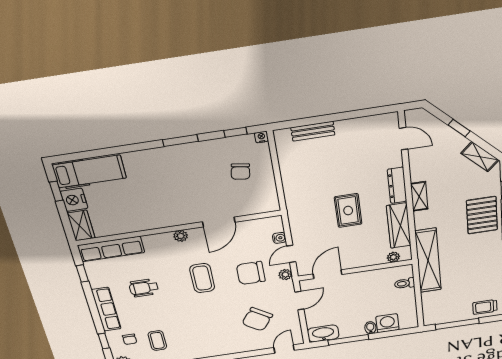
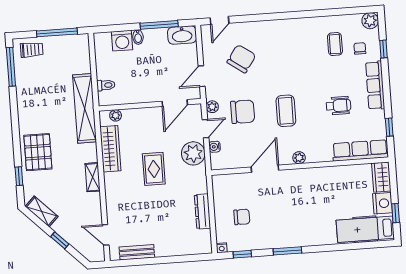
bench: (313, 131) -> (137, 252), moved
chair: (240, 172) -> (242, 217), turned 81
dresser: (397, 185) -> (202, 211), moved, turned 180
plant: (303, 229) -> (193, 153), added

